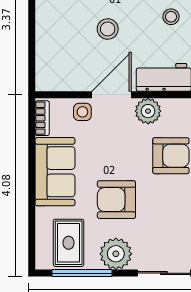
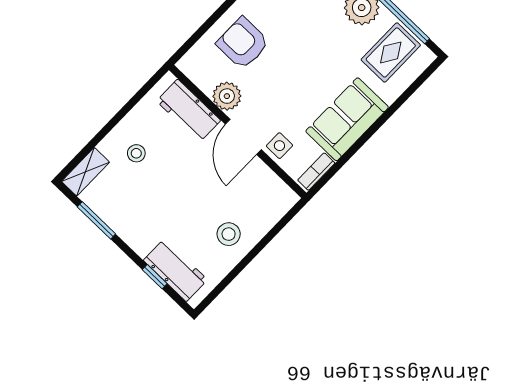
stool: (108, 29) -> (229, 234), moved
door: (111, 95) -> (243, 137), hinge flipped
armchair: (116, 200) -> (320, 50), removed

